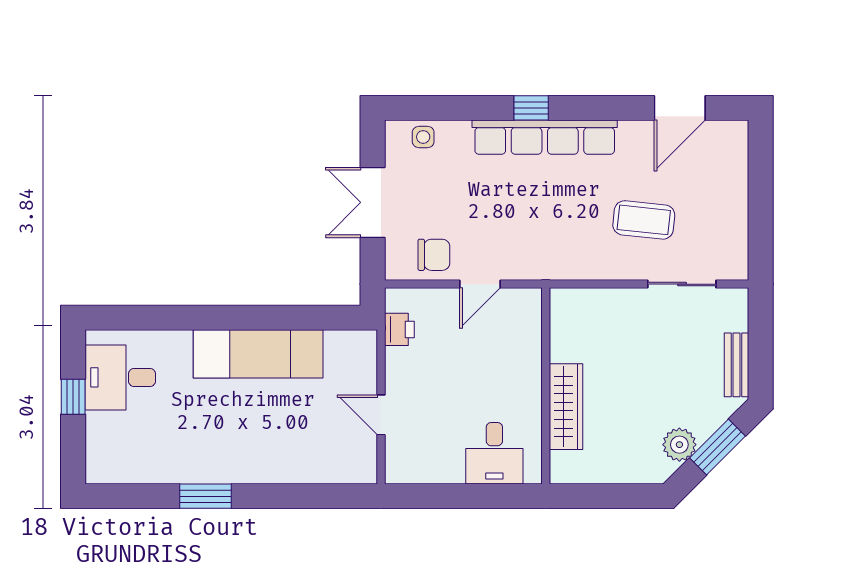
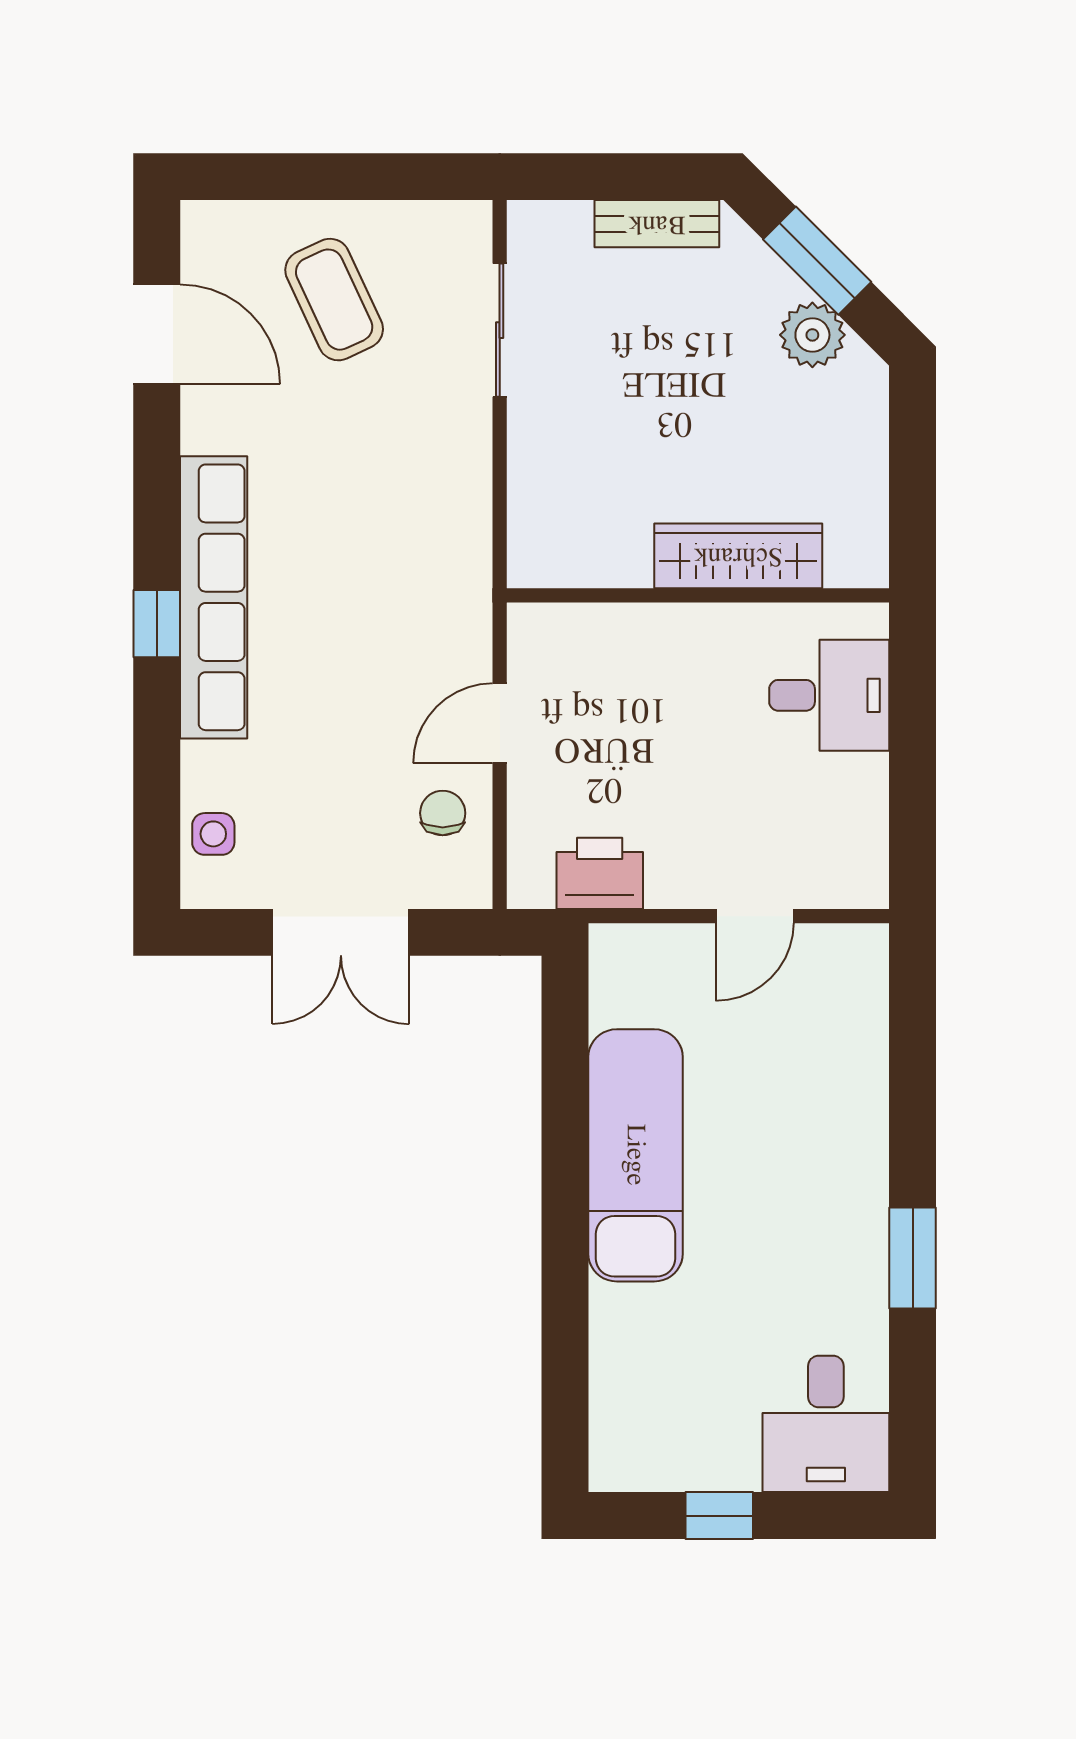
coffee table: (644, 220) -> (334, 300), moved, turned -31
chair: (434, 255) -> (443, 813), width x0.73, depth x0.73
door: (480, 284) -> (500, 723), swing flipped
printer: (399, 329) -> (600, 873), width x1.36, depth x1.24
desk: (120, 377) -> (826, 1424), moved

